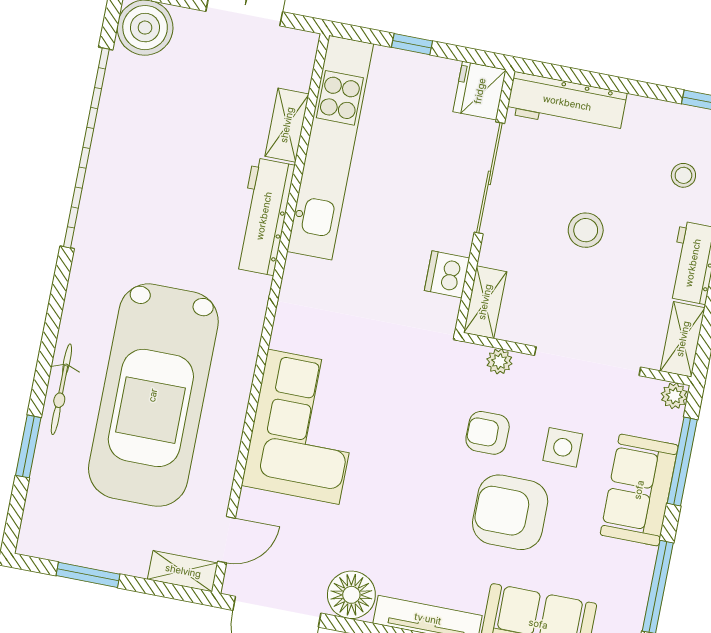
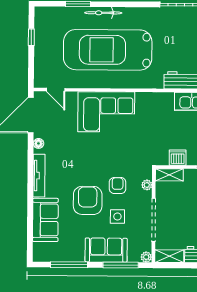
shelving: (183, 571) -> (40, 75), removed
window: (88, 575) -> (31, 37), width x0.67
floor lamp: (351, 595) -> (38, 143), width x0.53, depth x0.53

